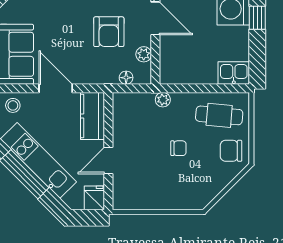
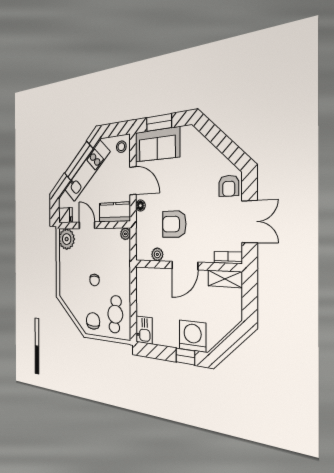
floor lamp: (126, 78) -> (140, 206), moved
door: (56, 88) -> (133, 181), hinge flipped
plant: (163, 100) -> (125, 234), moved
plant: (126, 196) -> (67, 239), added

